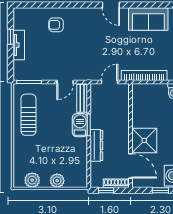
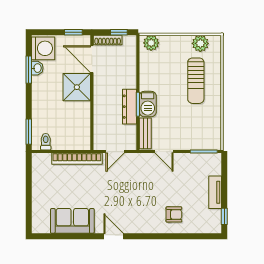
window: (10, 37) -> (224, 216), moved
door: (65, 82) -> (164, 152), swing flipped
sun lounger: (28, 115) -> (196, 81), moved
dresser: (96, 145) -> (130, 107), moved
plant: (57, 181) -> (151, 43), moved
window: (160, 190) -> (73, 32), moved

